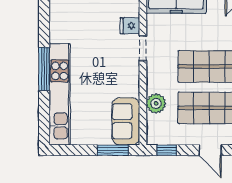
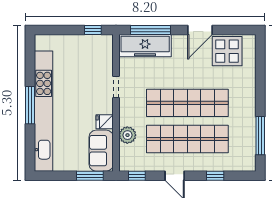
fridge: (130, 26) -> (105, 122), moved
kitchen unit: (60, 94) -> (44, 111), width x1.36

